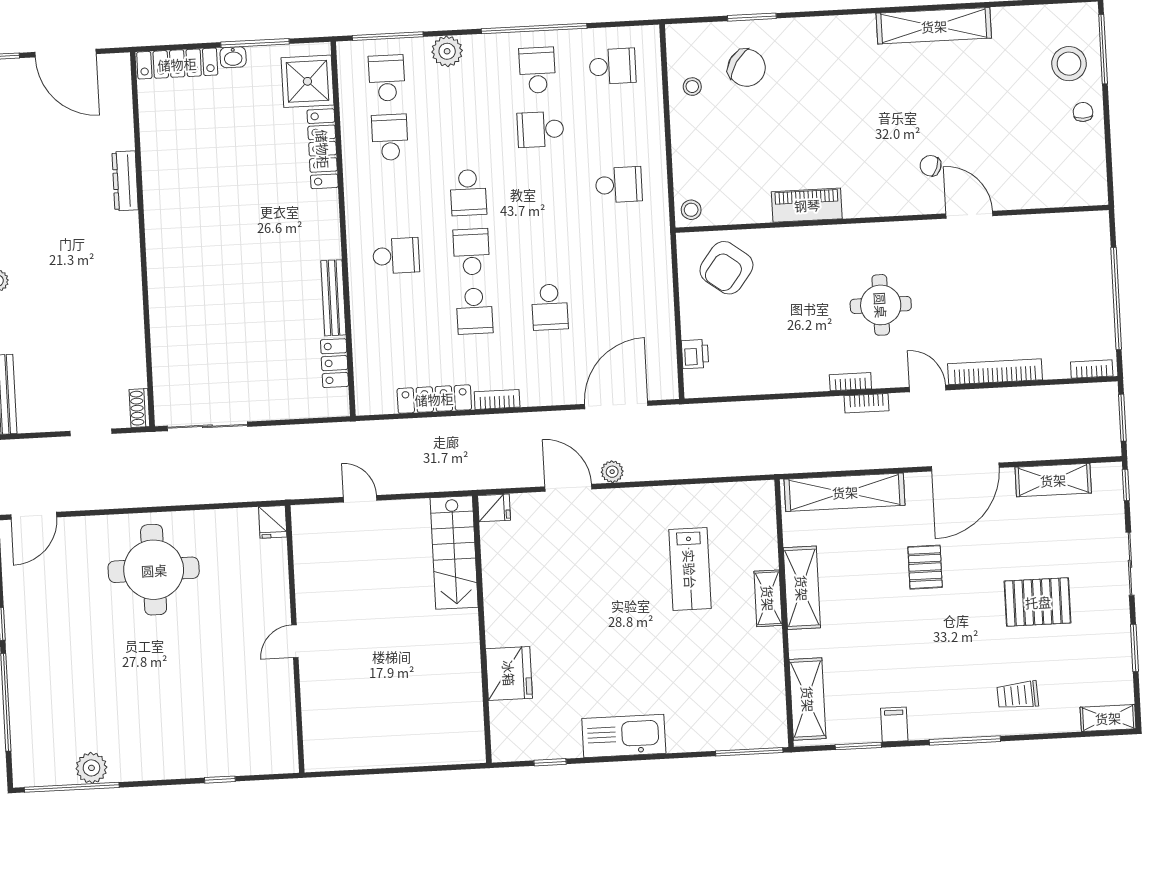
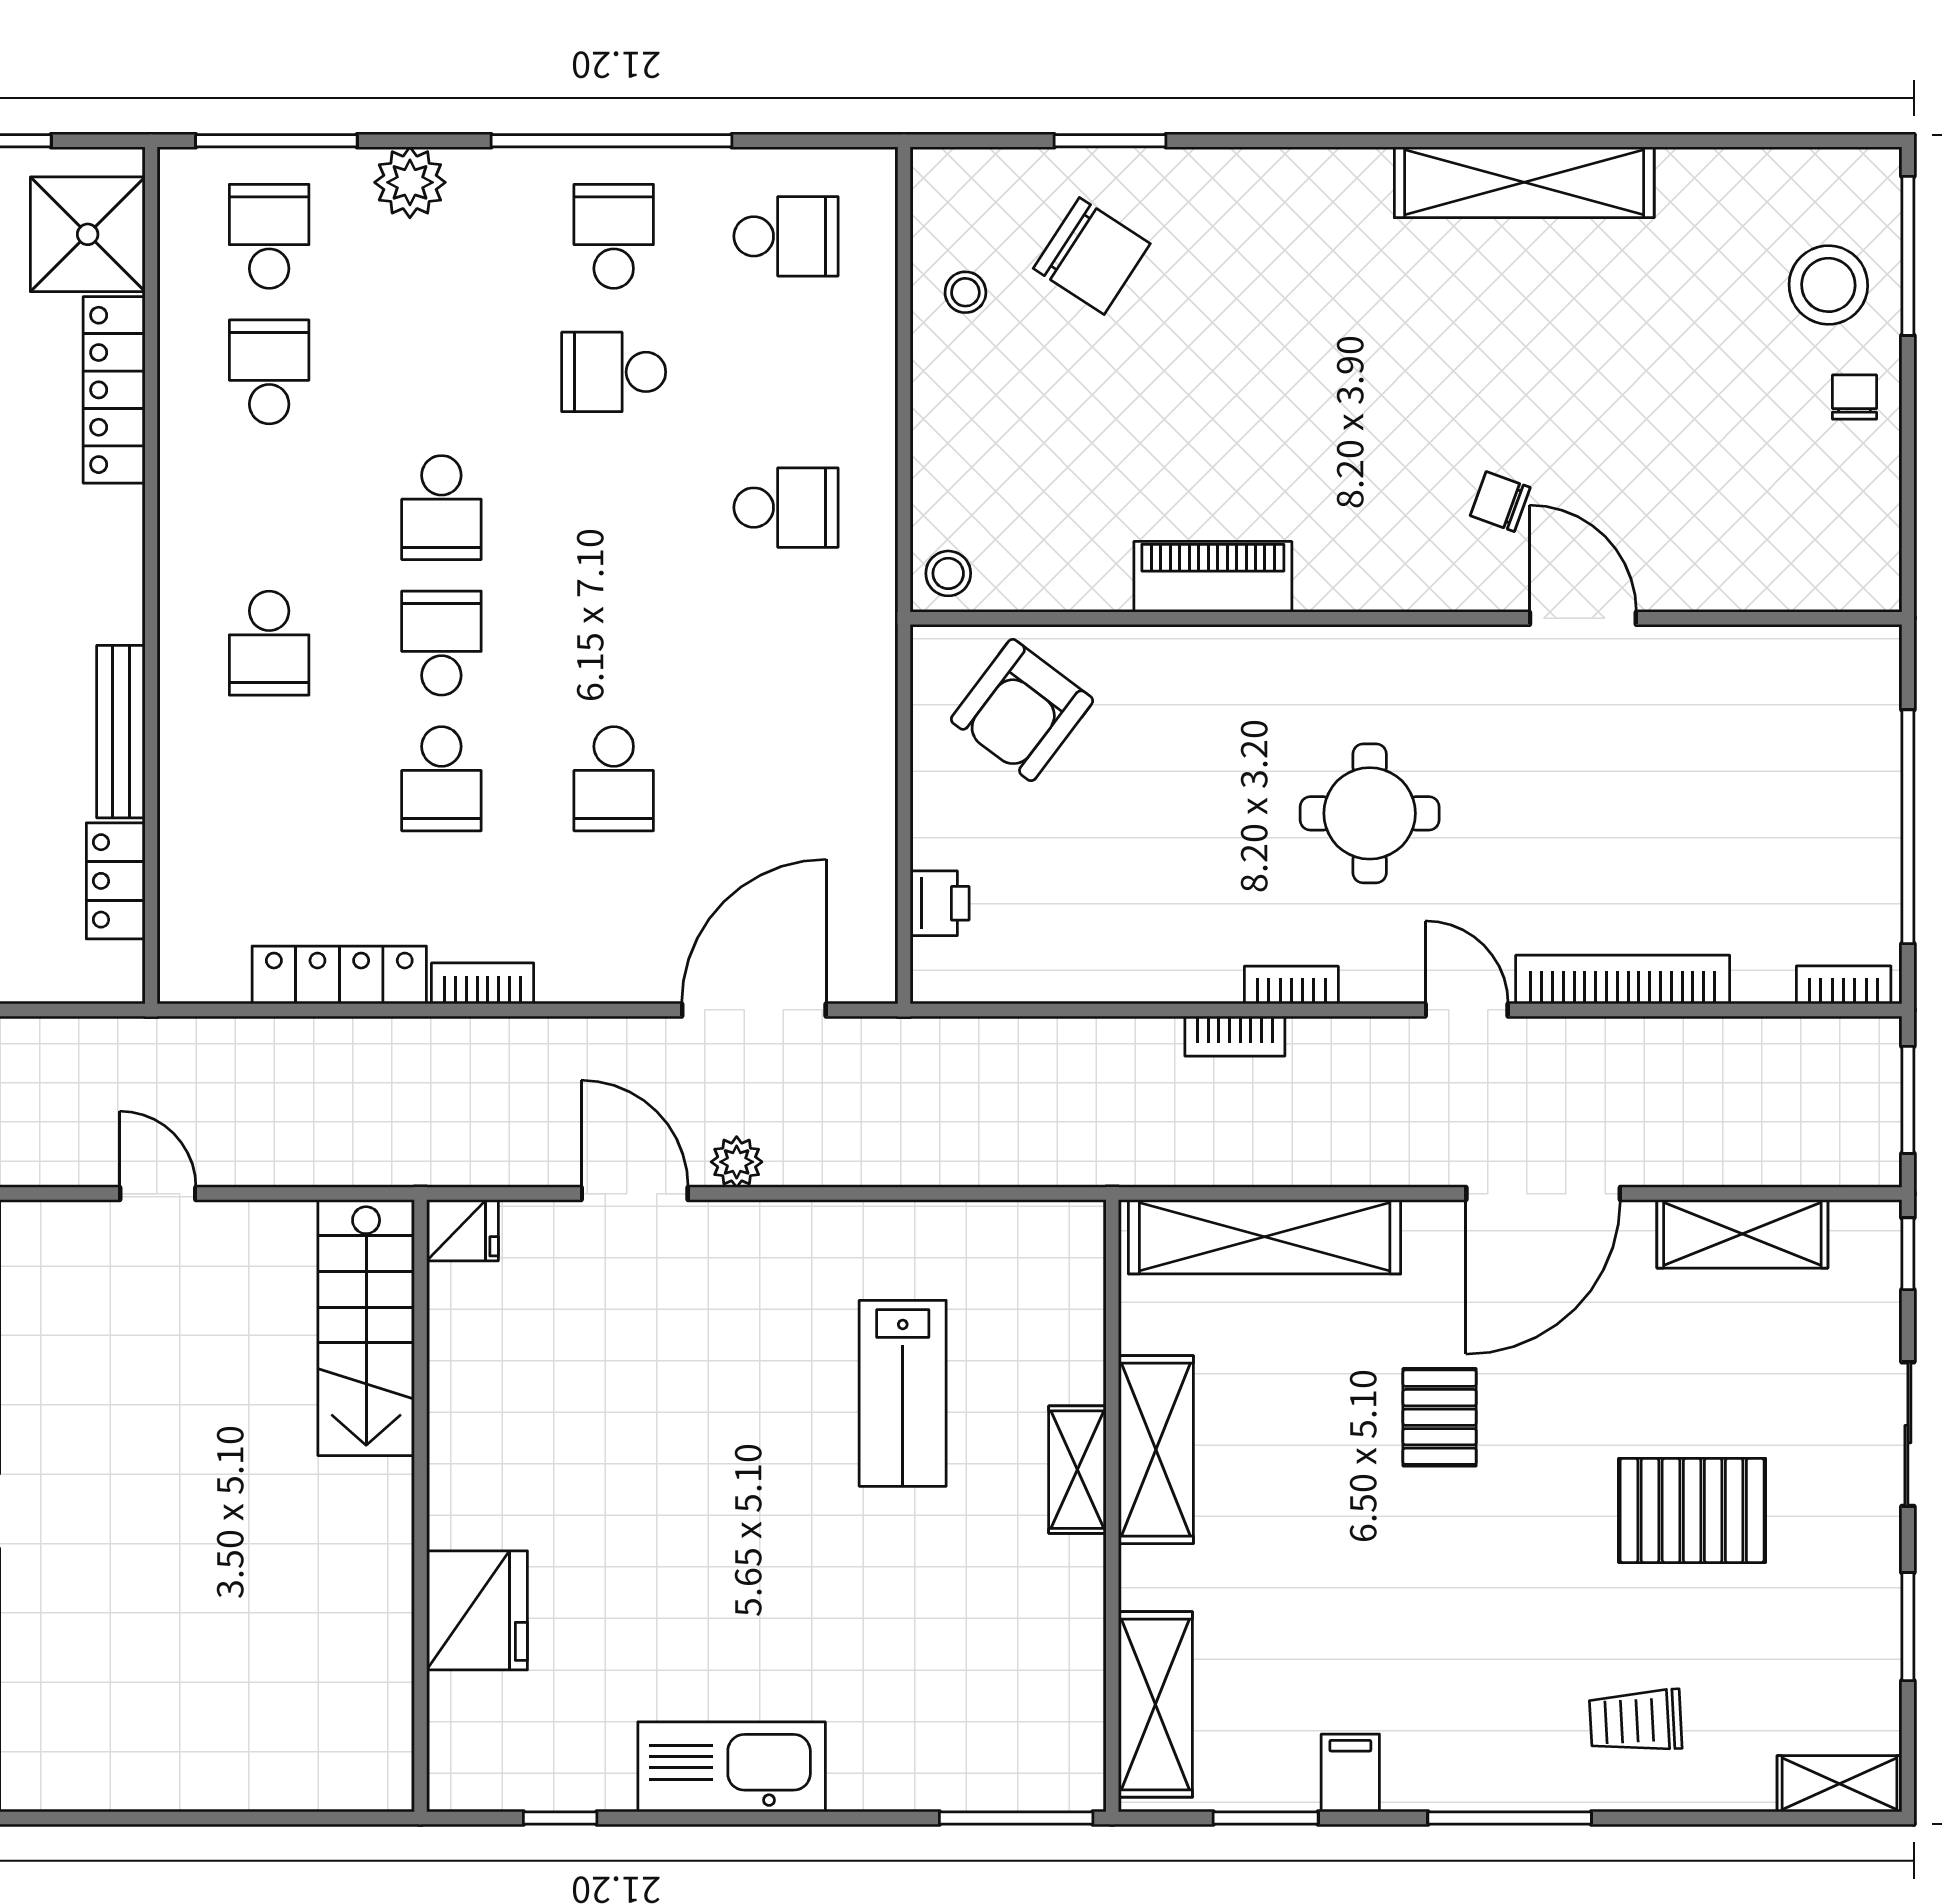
school desk: (396, 256) -> (269, 643), turned 90
bookcase: (866, 403) -> (1235, 1036), moved

